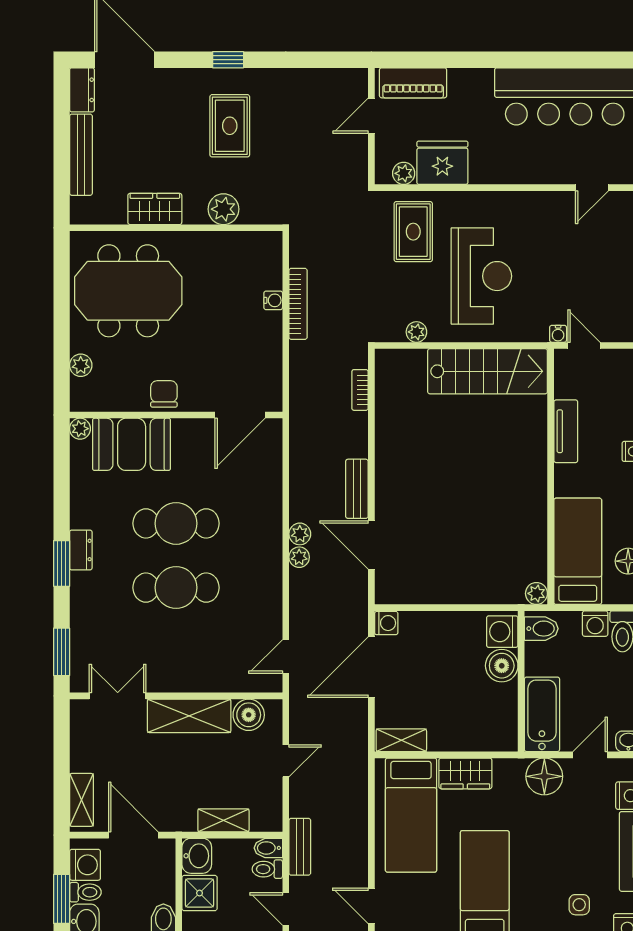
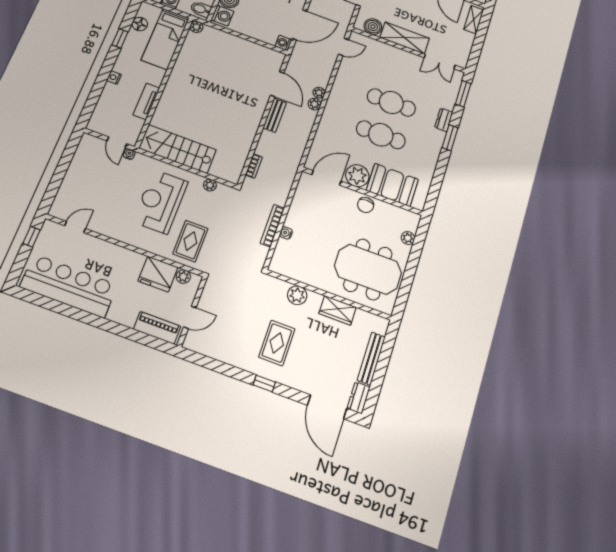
plant: (80, 429) -> (357, 176), moved, width x1.88, depth x1.88
dresser: (81, 550) -> (444, 120), moved

